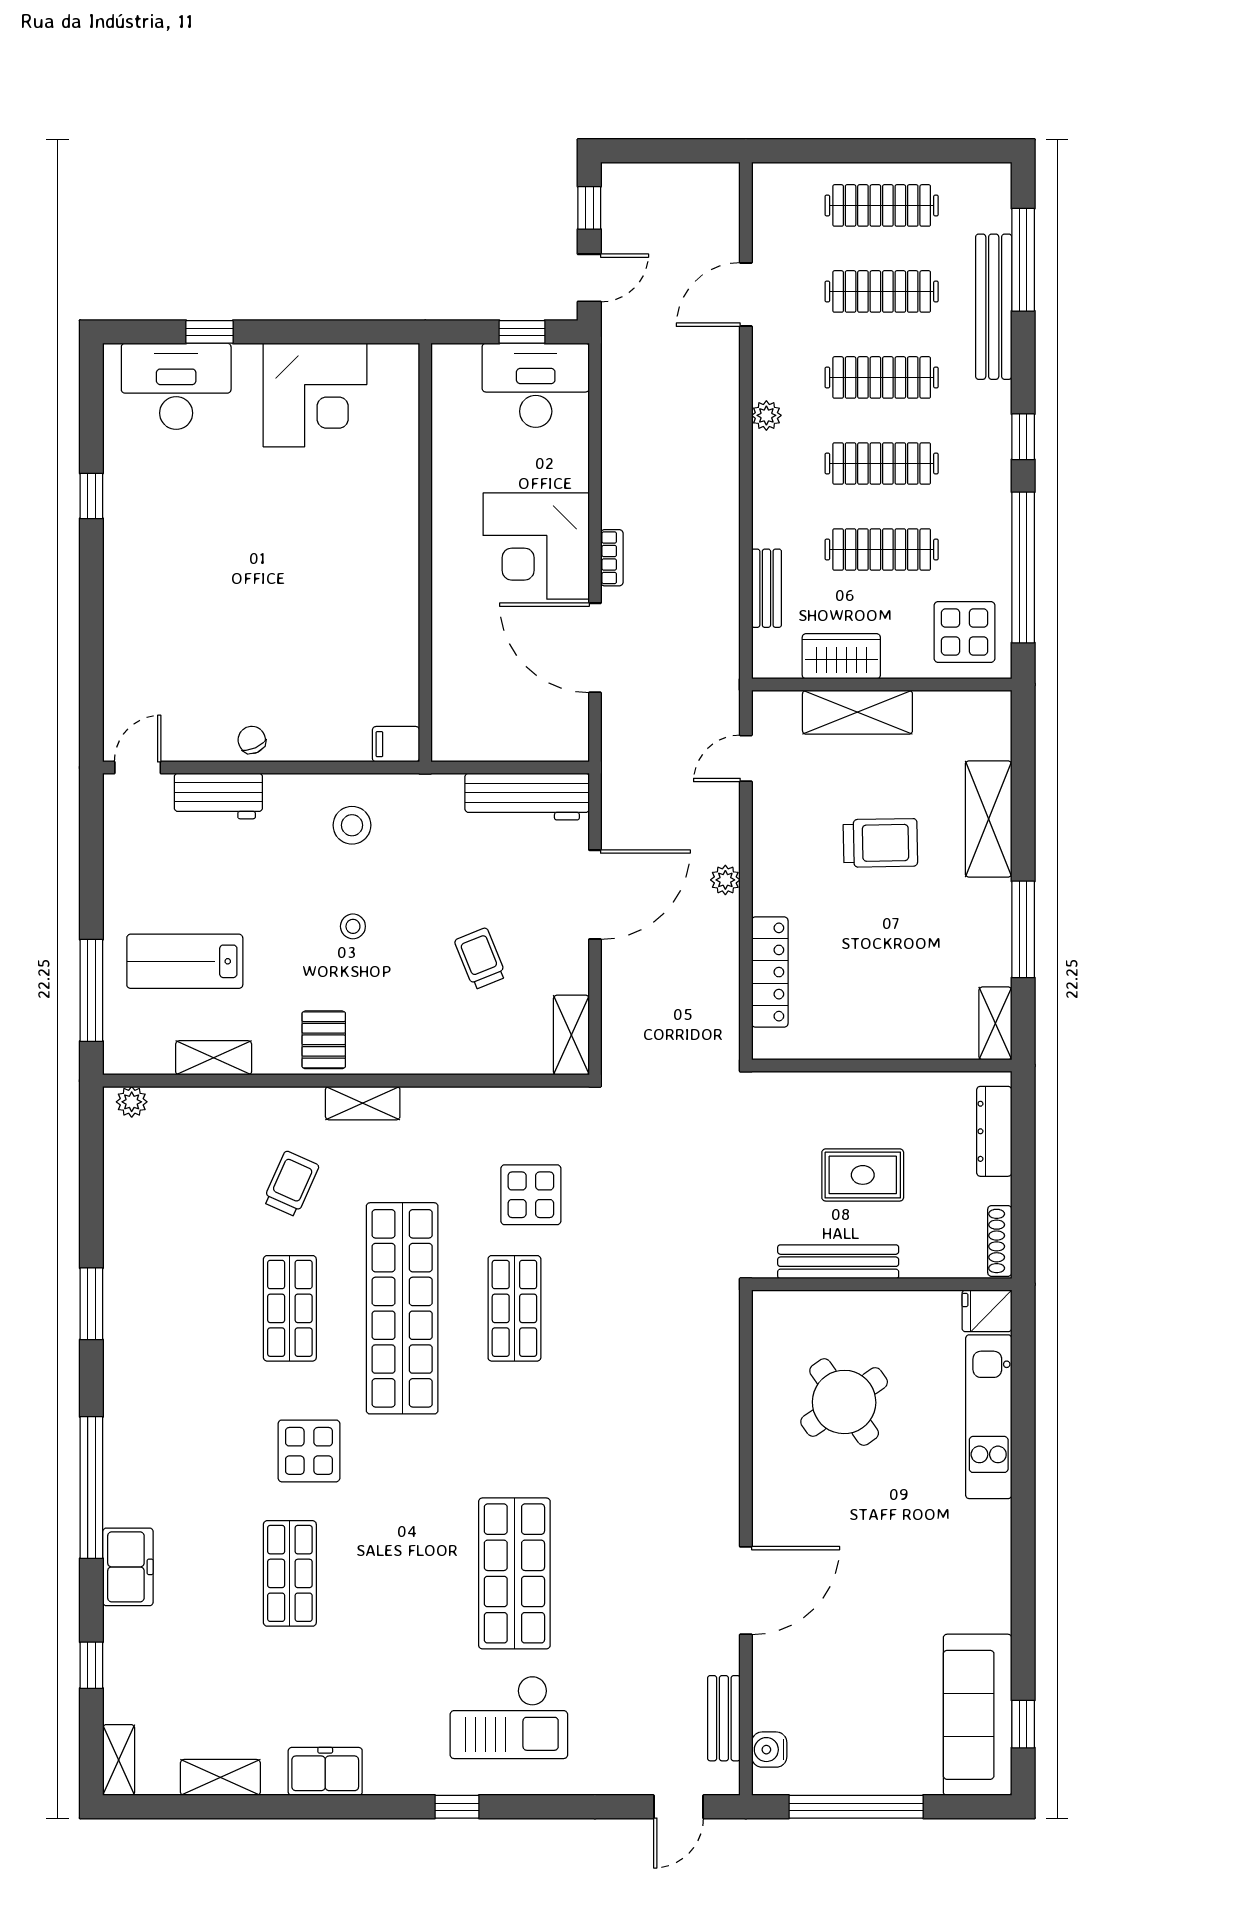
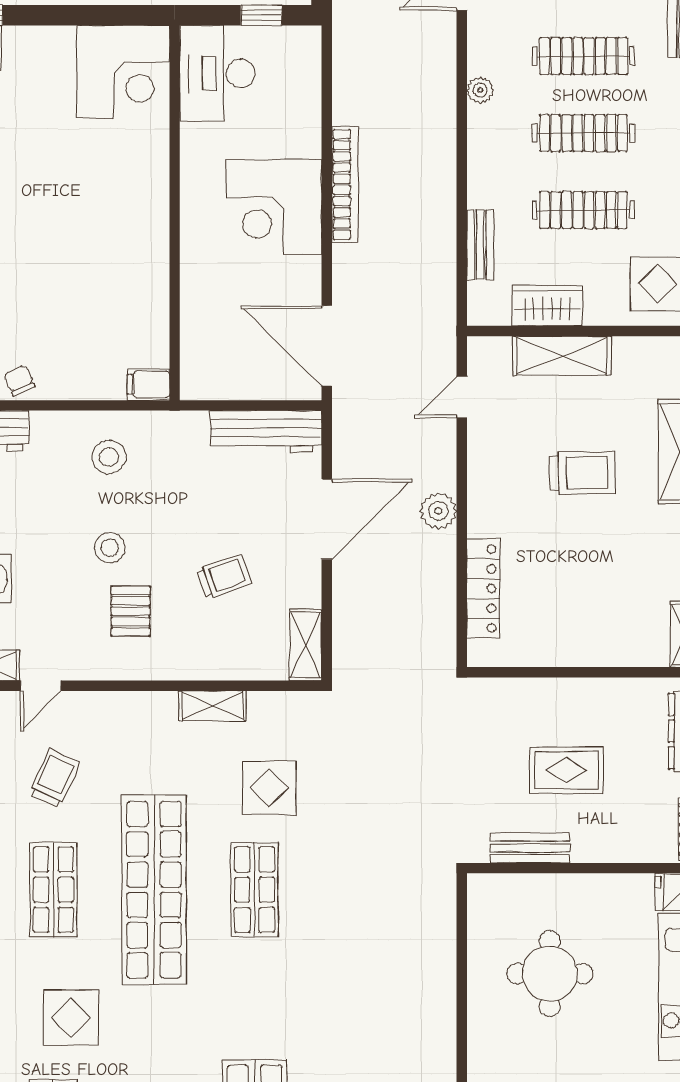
desk: (536, 385) -> (217, 73), moved, turned -90
corner desk: (315, 395) -> (123, 72), moved
bookcase: (612, 558) -> (345, 184), width x2.31, depth x1.31
door: (595, 648) -> (327, 346), moved
plant: (725, 880) -> (438, 511), width x1.38, depth x1.38
stool: (353, 926) -> (110, 548), width x1.37, depth x1.37
trolley: (480, 959) -> (224, 576), turned 92
pallet: (324, 1040) -> (131, 611), moved
door: (276, 1081) -> (41, 686), added
shelving: (363, 1103) -> (213, 706), moved
bench: (838, 1262) -> (530, 848), width x0.73
round table: (844, 1402) -> (550, 974), turned 35

